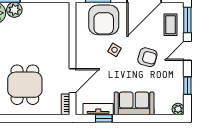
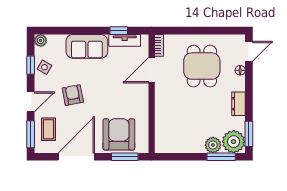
side table: (114, 50) -> (45, 67), moved
armchair: (147, 57) -> (73, 95), turned 63

